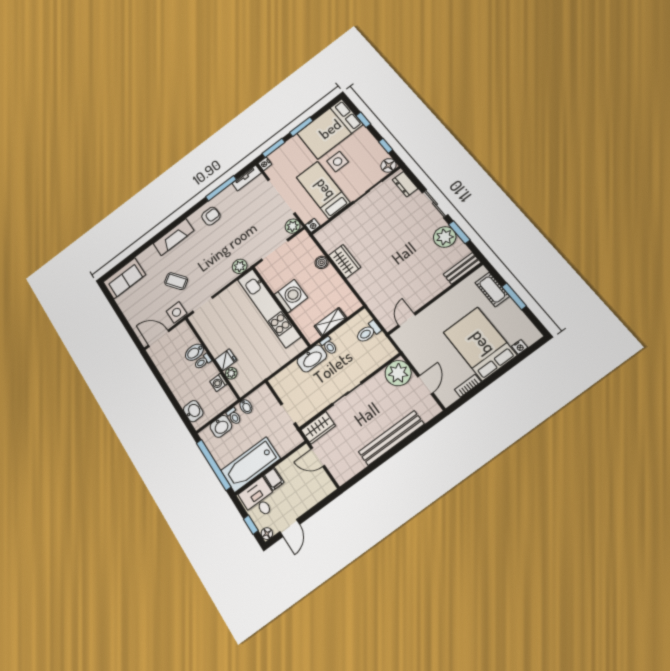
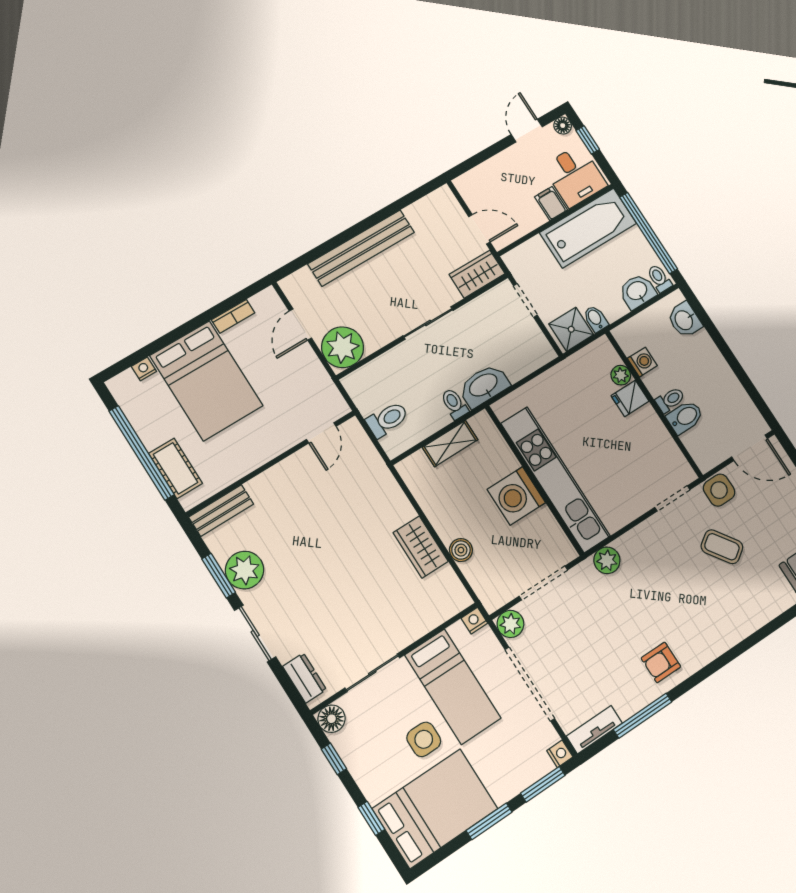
fireplace: (173, 237) -> (730, 630), removed
window: (514, 296) -> (142, 453), width x2.11
shower: (260, 398) -> (571, 329), added
toilet: (234, 416) -> (659, 278), moved

